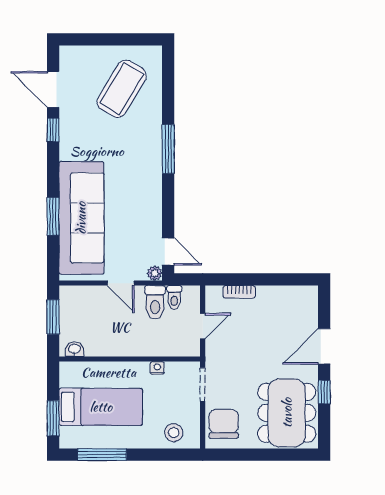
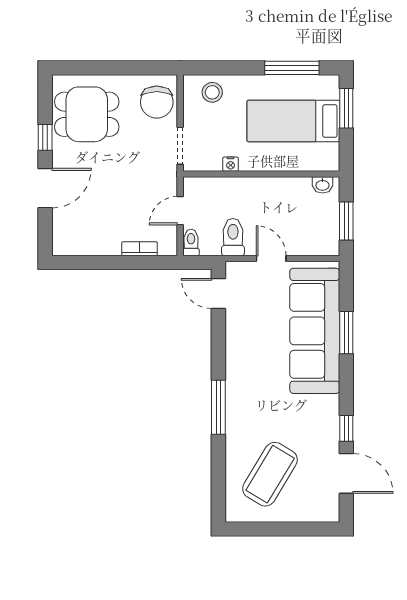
plant: (155, 273) -> (233, 269), removed
toilet: (174, 297) -> (191, 242), moved
dining table: (287, 413) -> (87, 114), width x0.73

